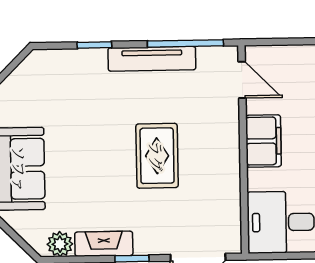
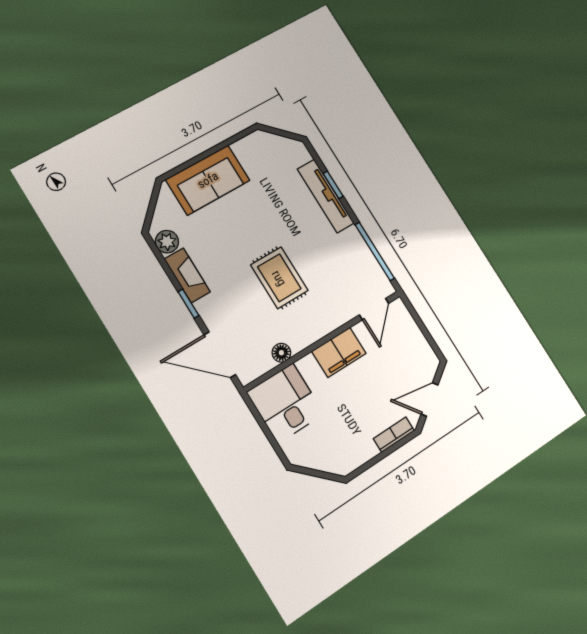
tv unit: (152, 59) -> (326, 196), moved
rug: (157, 156) -> (279, 278), turned 90
floor lamp: (231, 197) -> (281, 353), added

